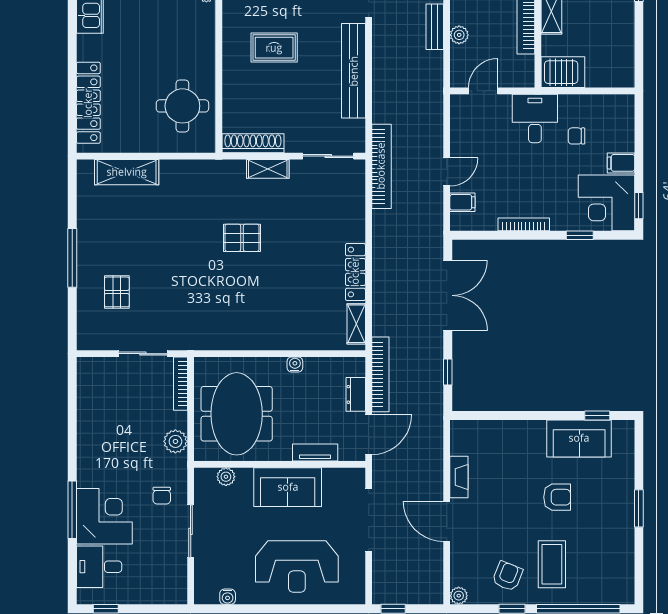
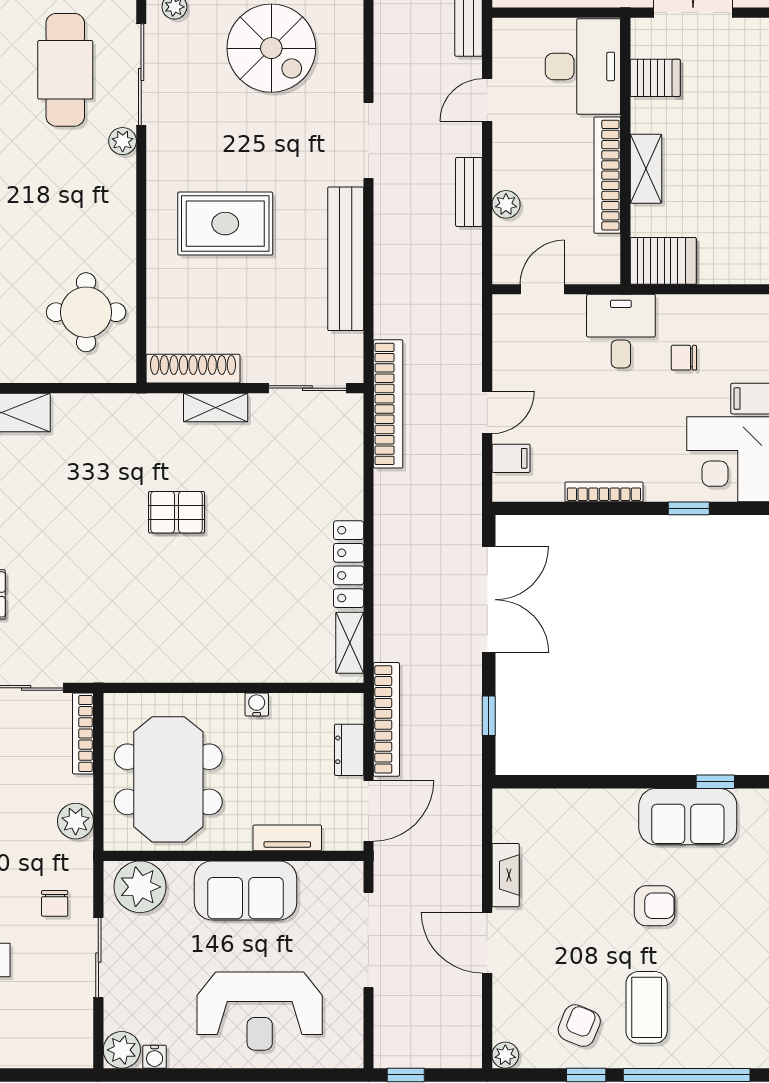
rug: (274, 48) -> (225, 224), width x1.36, depth x1.43
plant: (226, 477) -> (140, 887), width x1.88, depth x1.88
plant: (206, 592) -> (122, 1050), added

